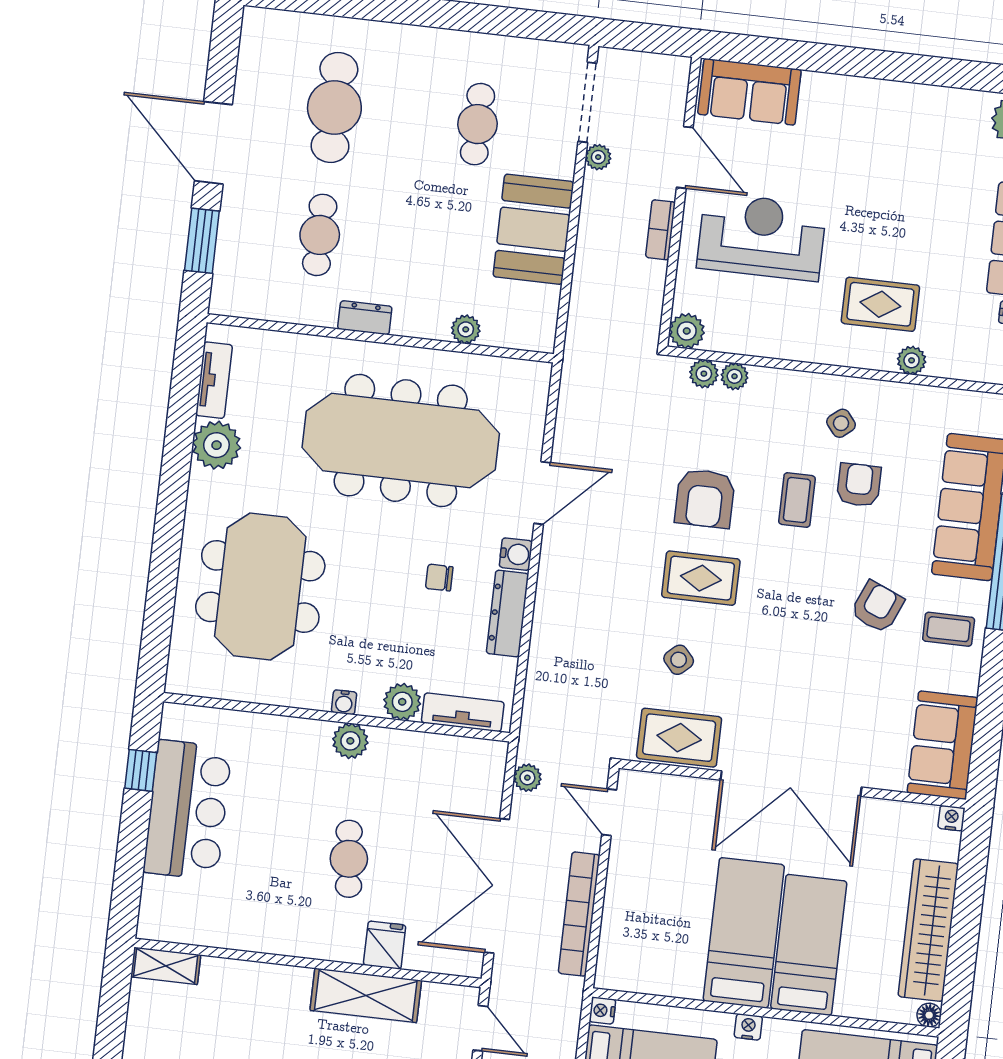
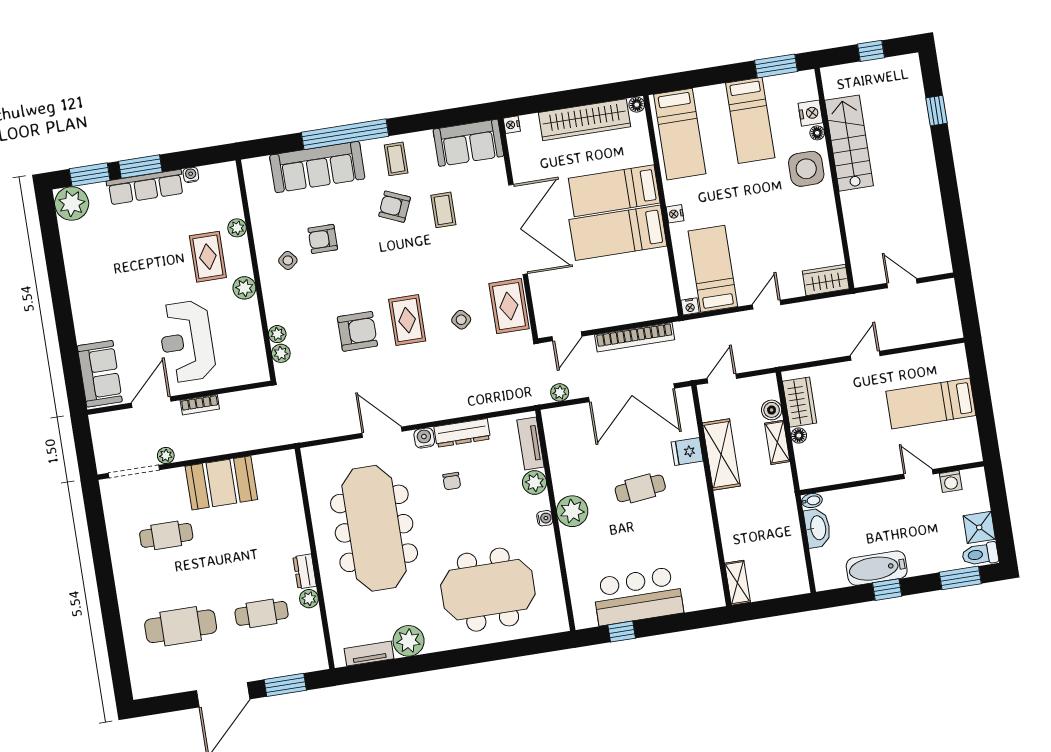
plant: (466, 329) -> (309, 599), moved
plant: (687, 331) -> (244, 288), moved
coffee table: (797, 500) -> (443, 210), moved, turned 90
plant: (350, 741) -> (572, 511), width x1.36, depth x1.36

